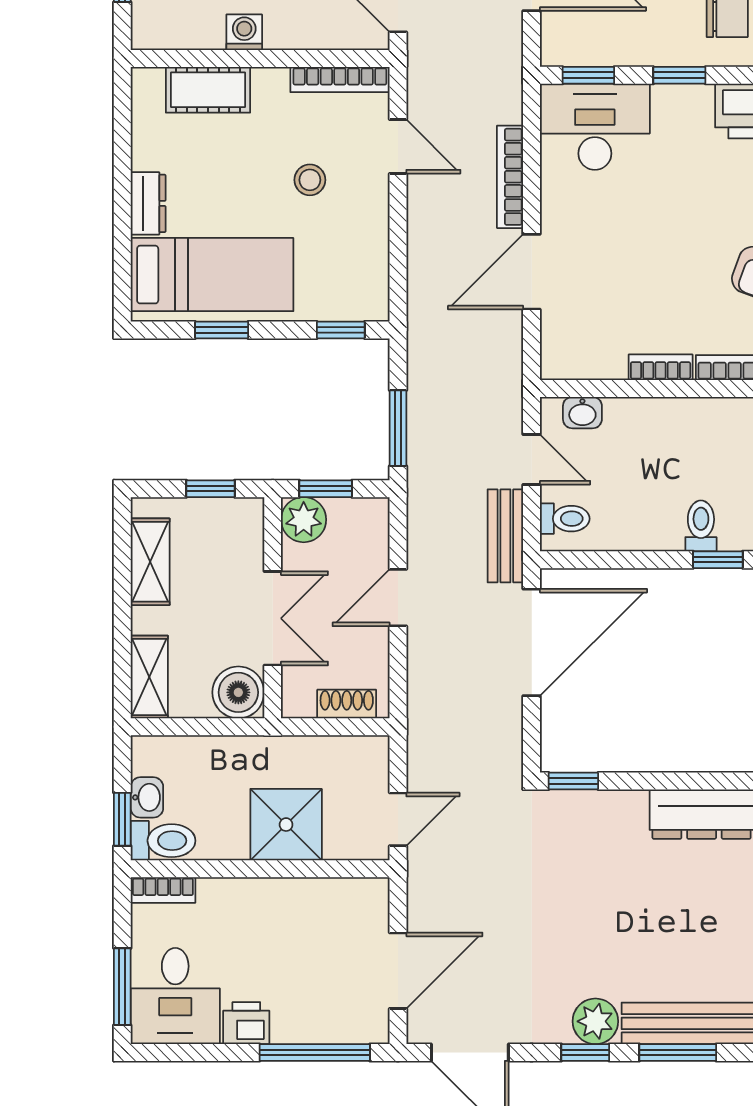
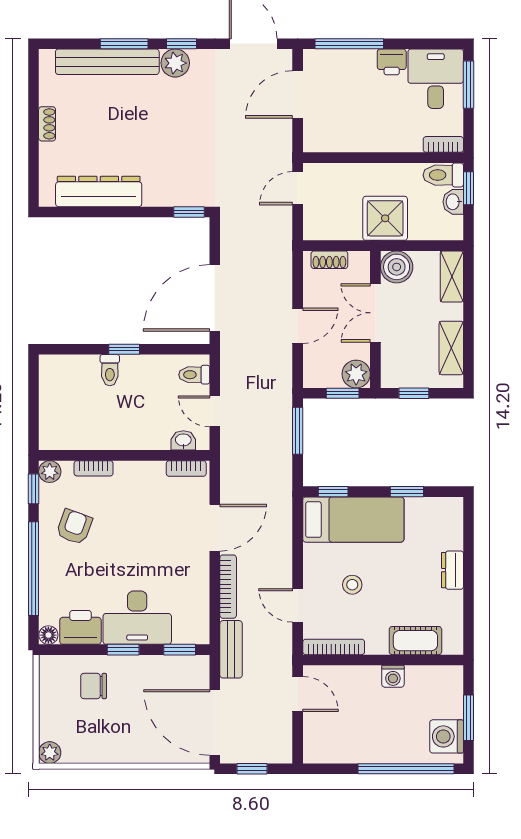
desk: (595, 127) -> (137, 618), moved
bed: (212, 275) -> (353, 520), moved, turned 180
bookcase: (661, 367) -> (186, 469), moved
bench: (505, 536) -> (231, 649), moved
window: (718, 560) -> (124, 349), moved
shower: (286, 825) -> (385, 218), moved

